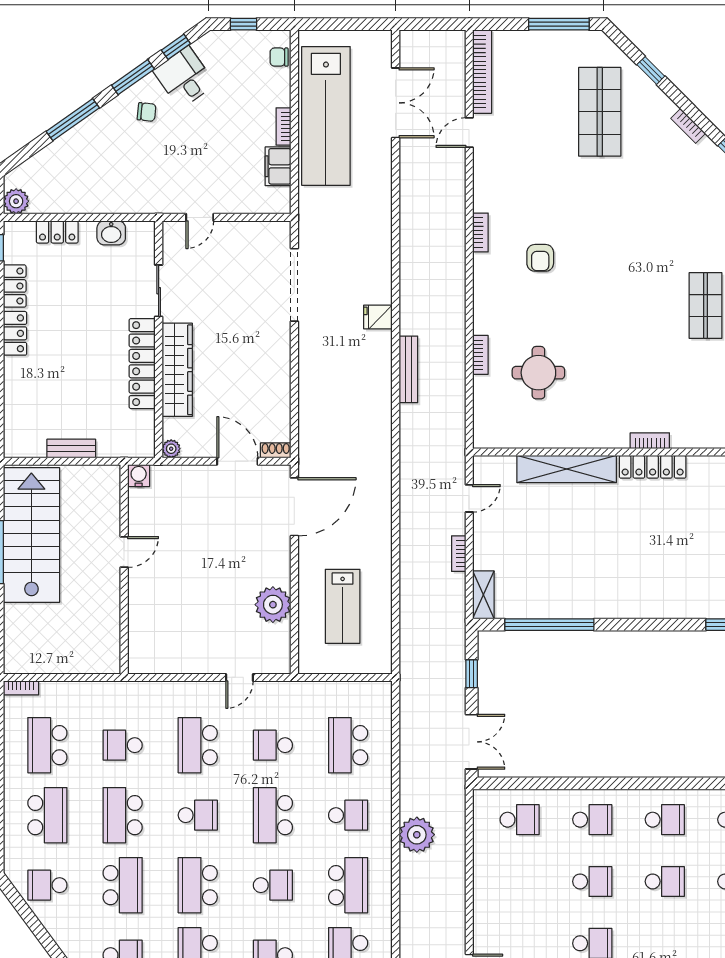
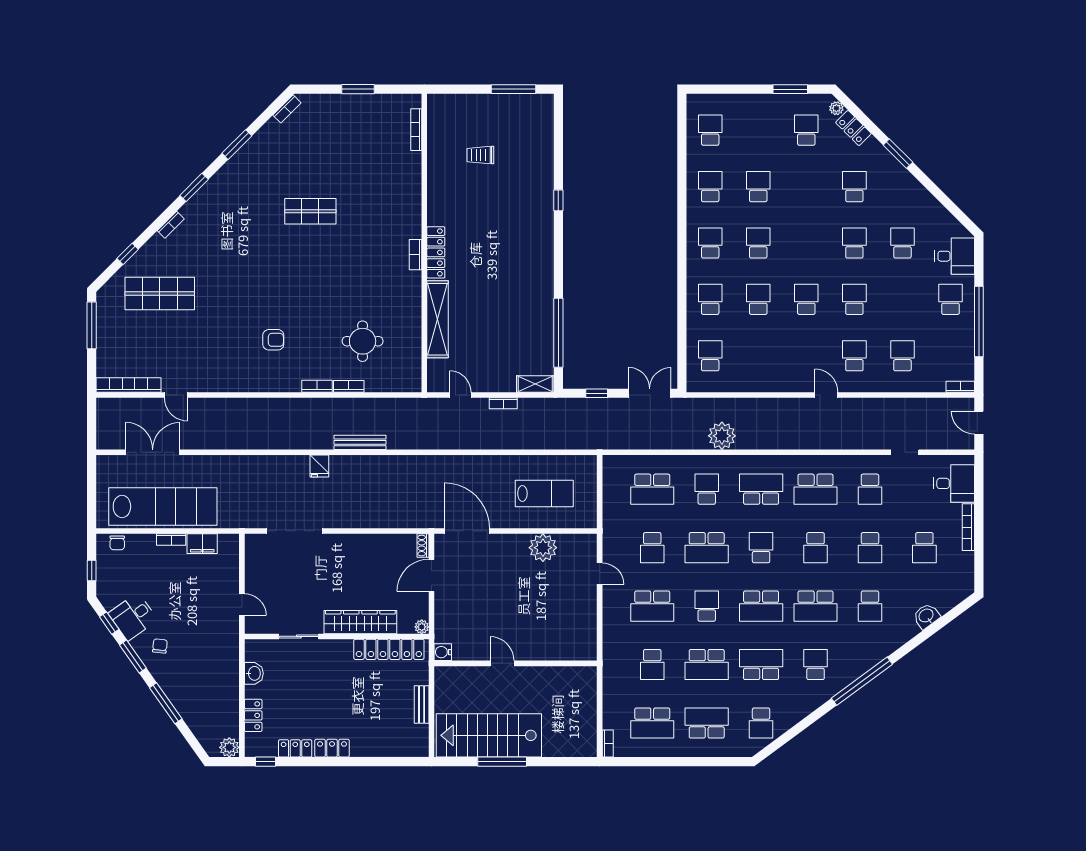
bookcase: (480, 232) -> (317, 386), moved
locker: (142, 364) -> (389, 649), moved

